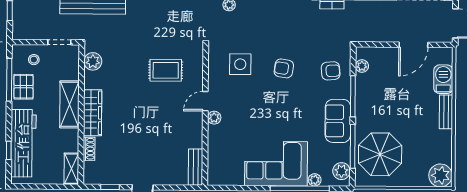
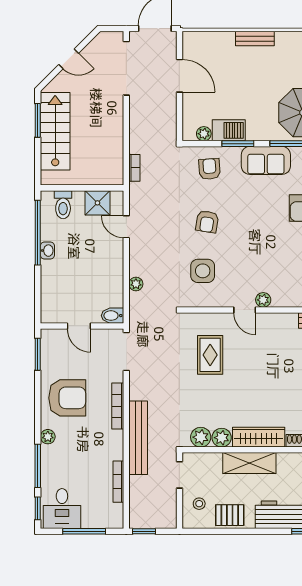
barbecue: (443, 79) -> (229, 130), moved, turned 180
window: (9, 80) -> (222, 531), removed
plant: (92, 80) -> (222, 438), added
window: (353, 96) -> (238, 144), width x0.69

